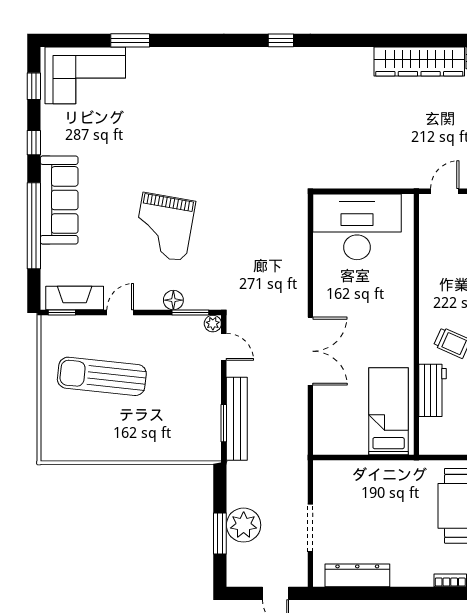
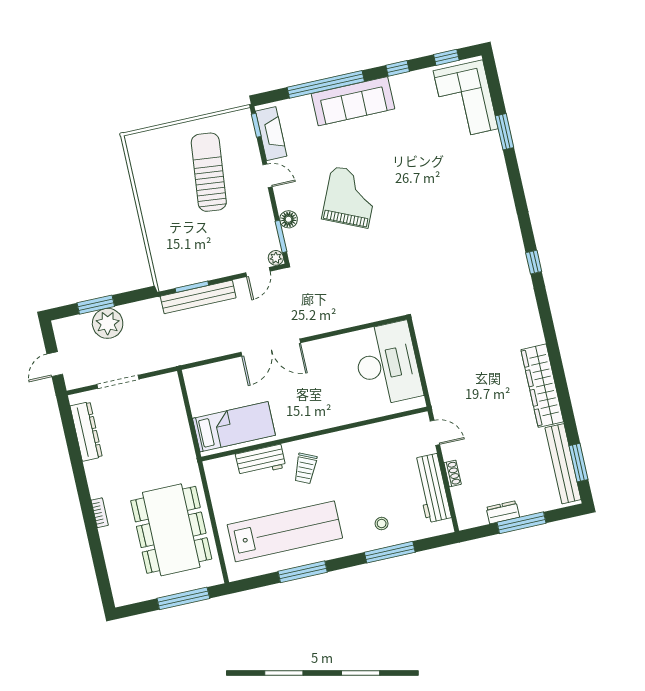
grand piano: (164, 227) -> (350, 197), turned 104

